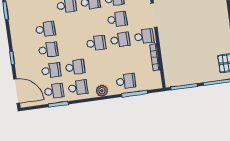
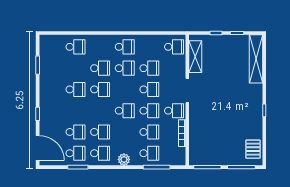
school desk: (48, 50) -> (100, 89), moved
school desk: (123, 60) -> (149, 132), added

